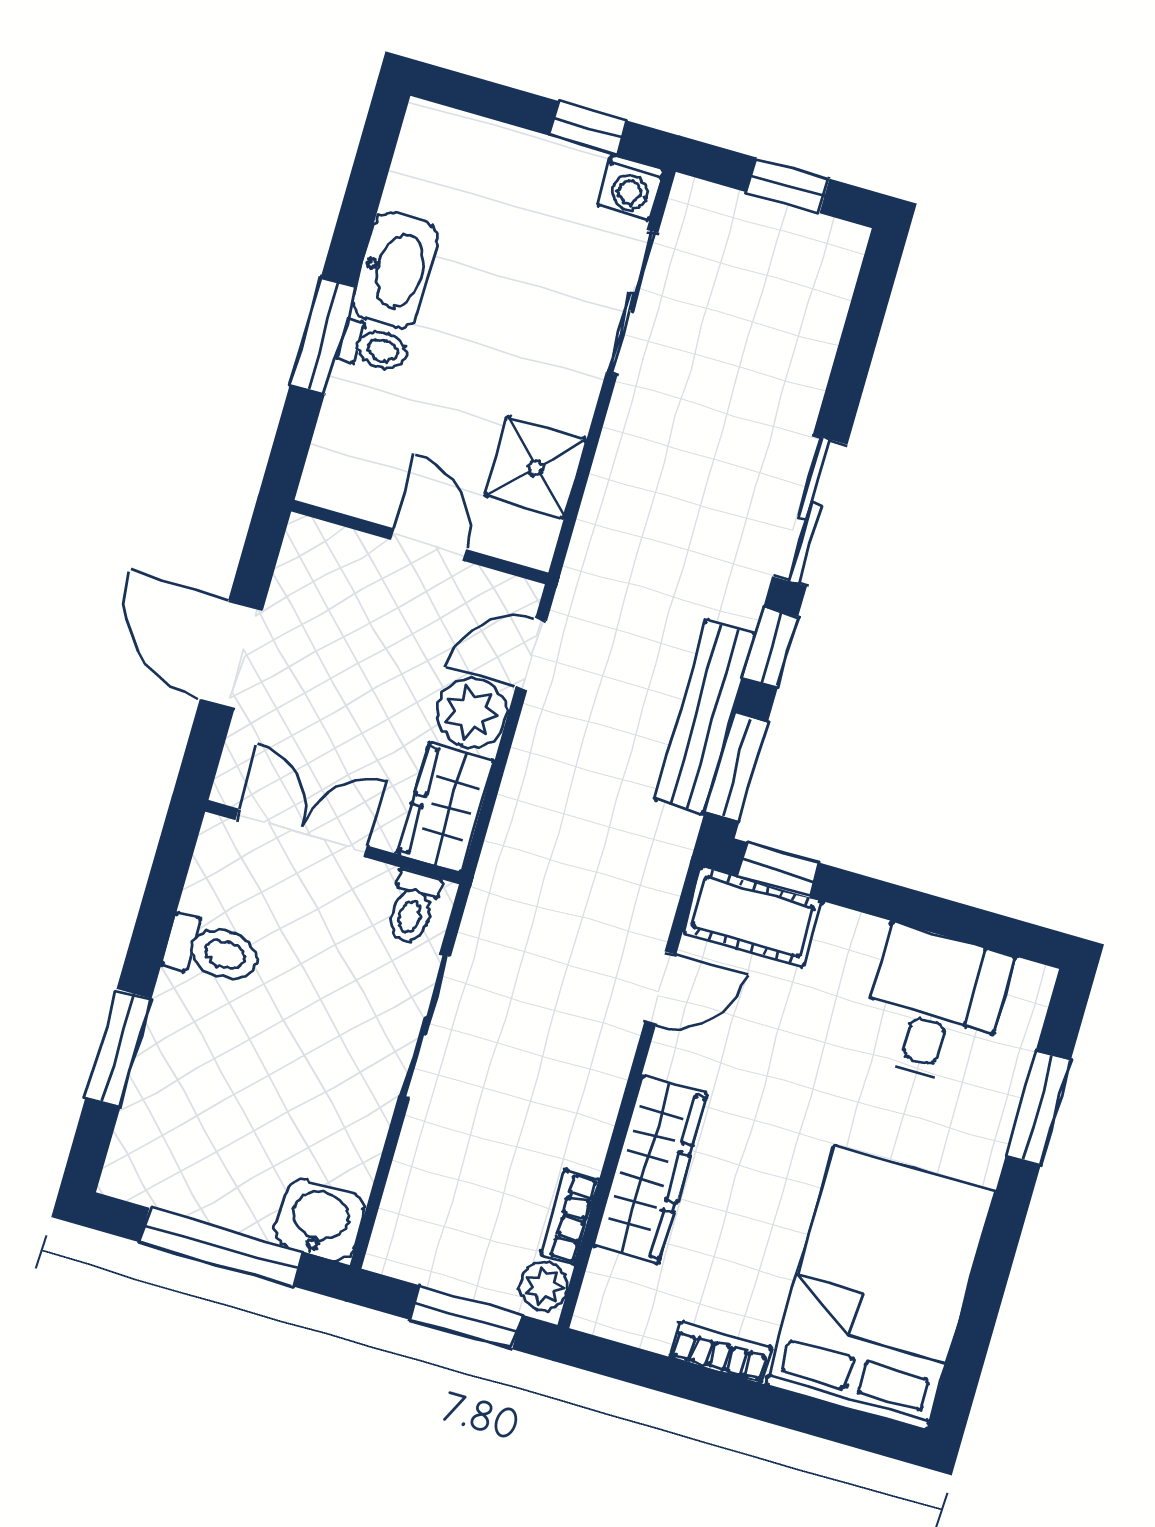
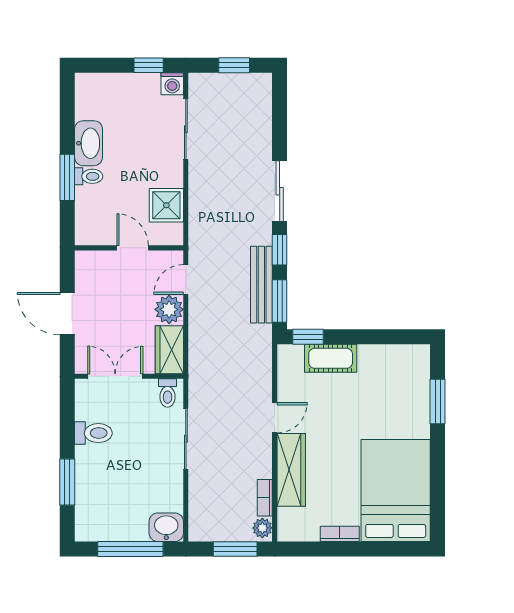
cot: (753, 917) -> (331, 358), moved
door: (660, 988) -> (275, 418), moved
desk: (935, 1005) -> (385, 373), removed

